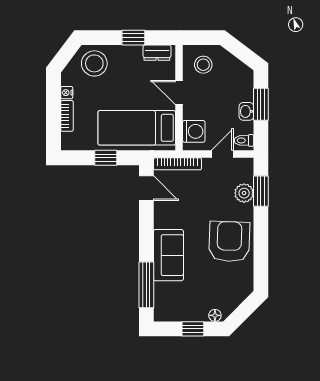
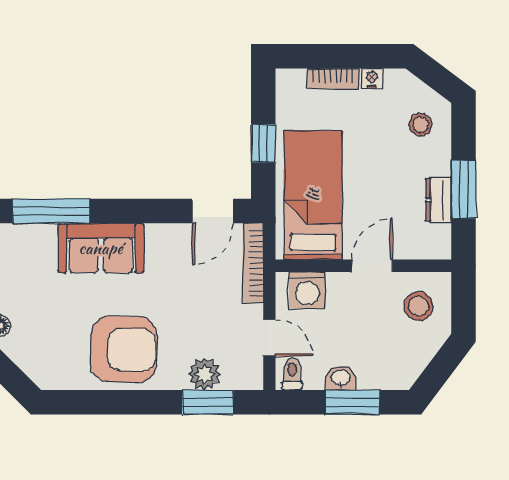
window: (133, 38) -> (464, 189), width x1.50
dresser: (157, 53) -> (438, 200), moved
stool: (94, 63) -> (421, 124), width x0.53, depth x0.53

